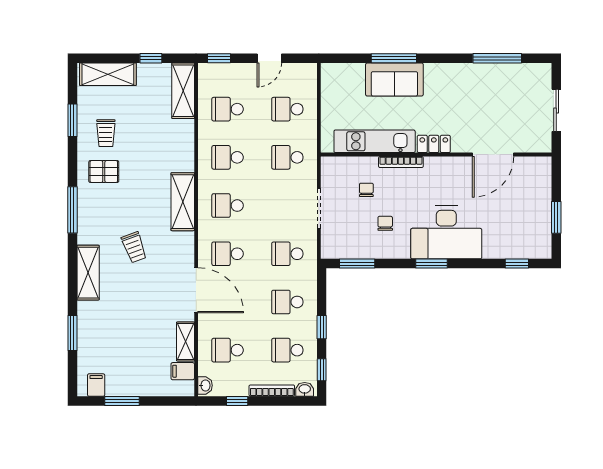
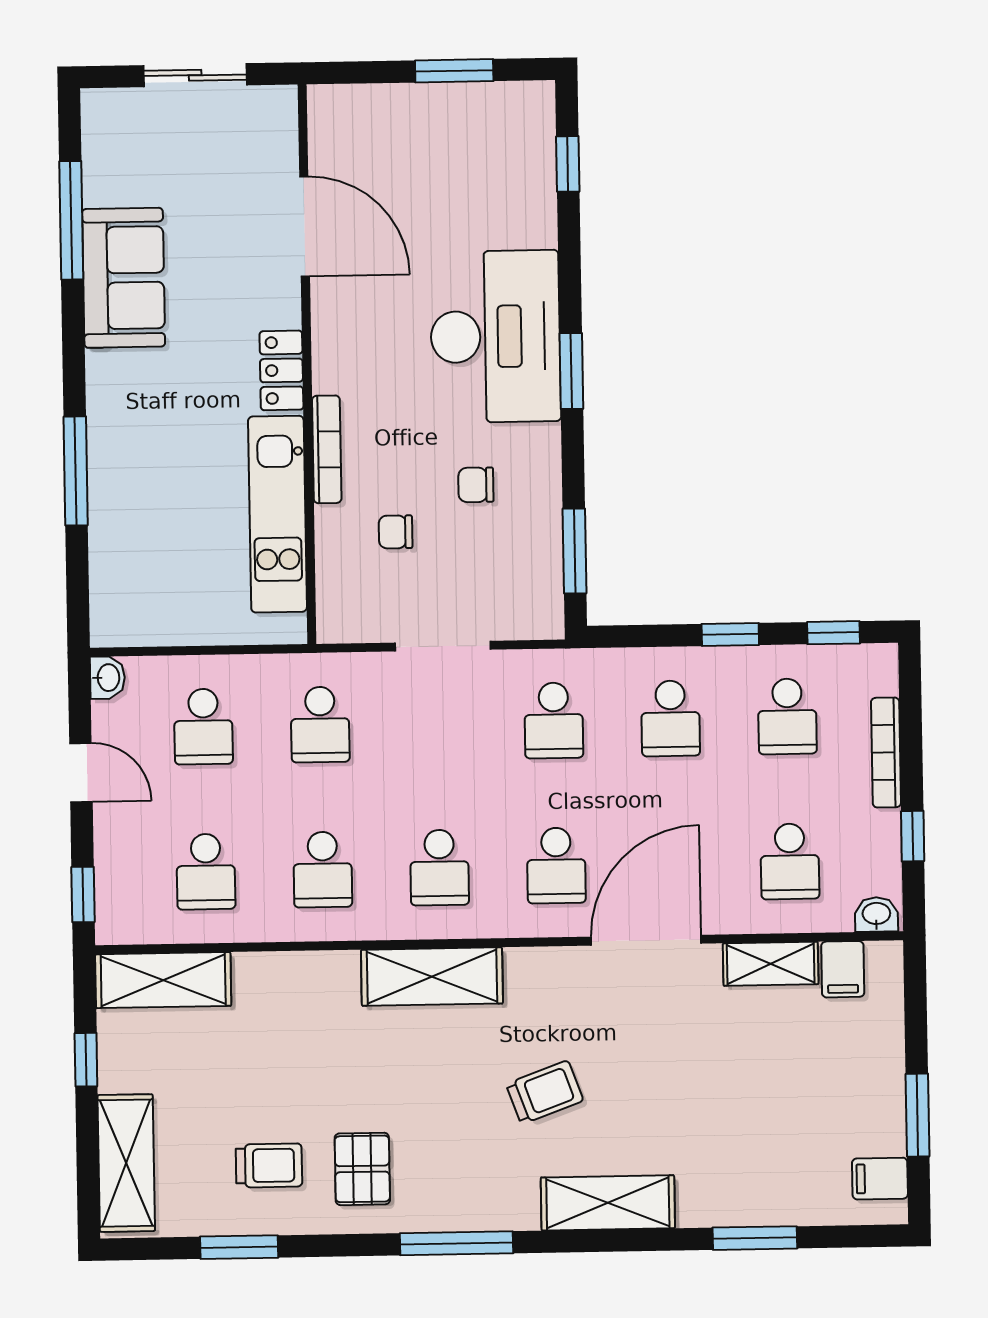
sofa: (394, 79) -> (124, 278), moved
washbasin: (305, 389) -> (107, 678), moved, turned 180

